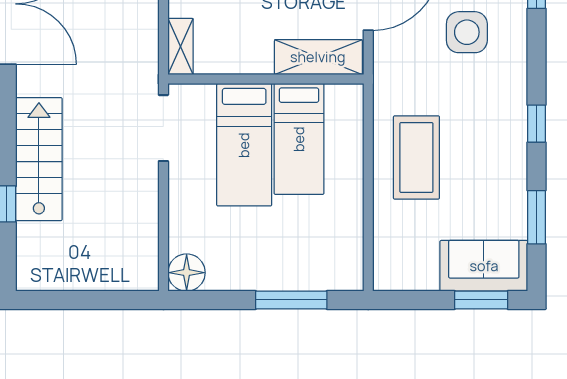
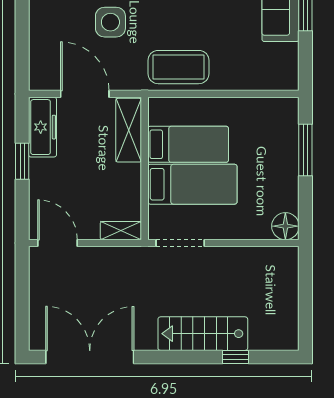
coffee table: (416, 157) -> (178, 67), moved

